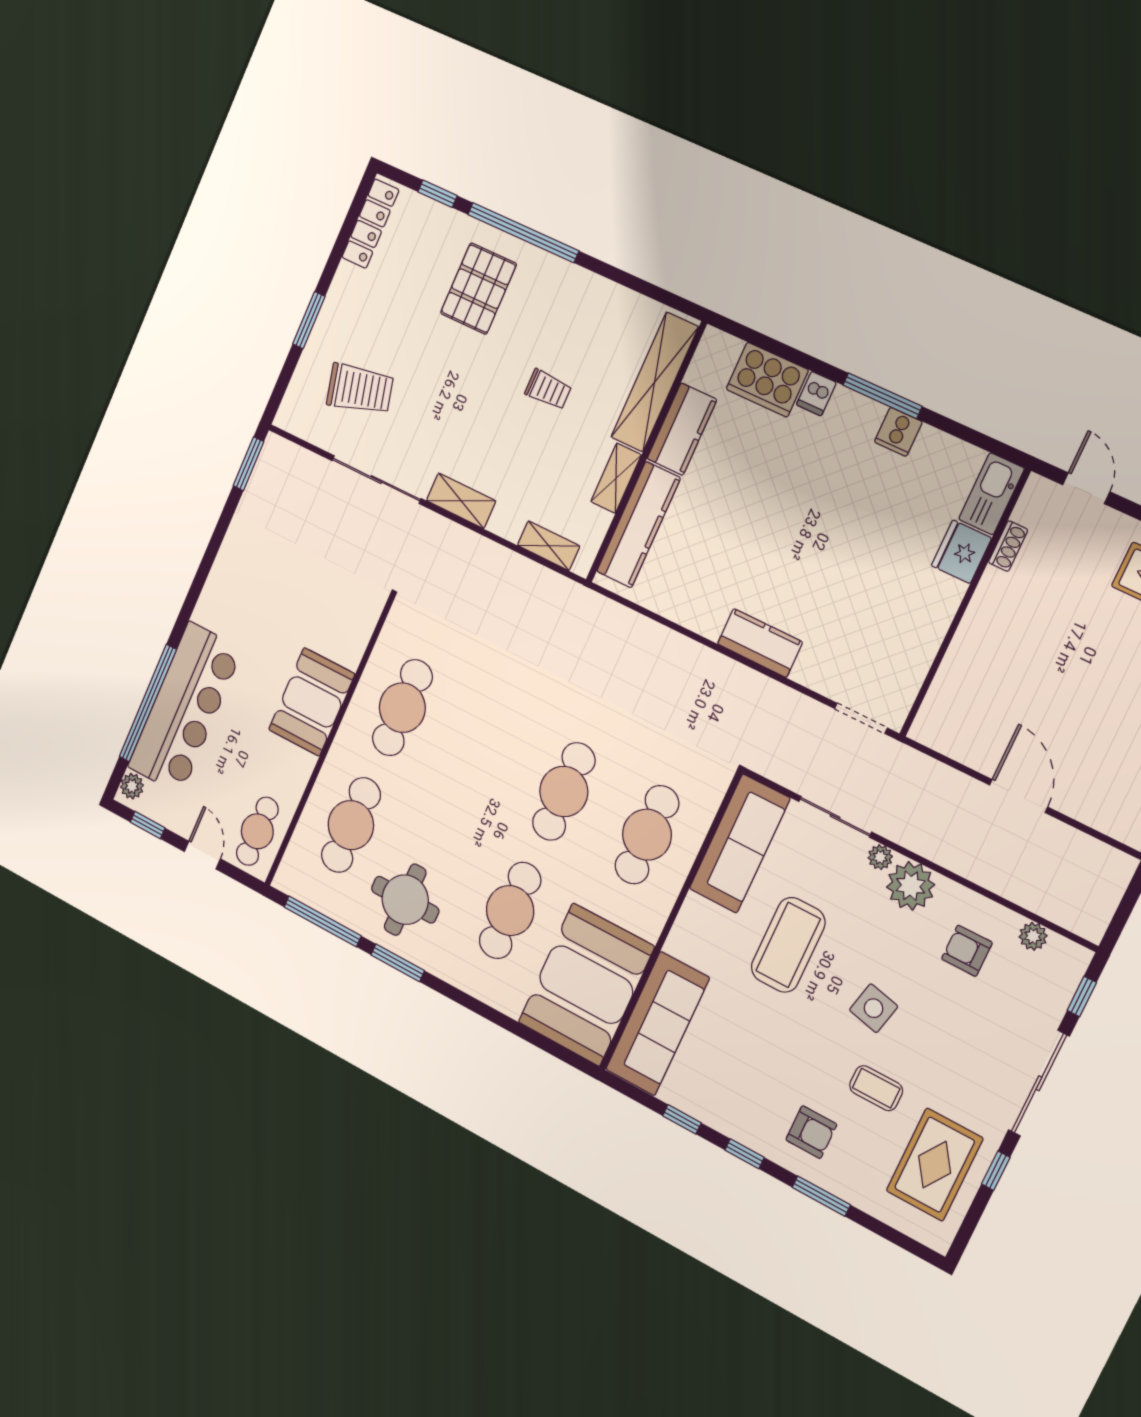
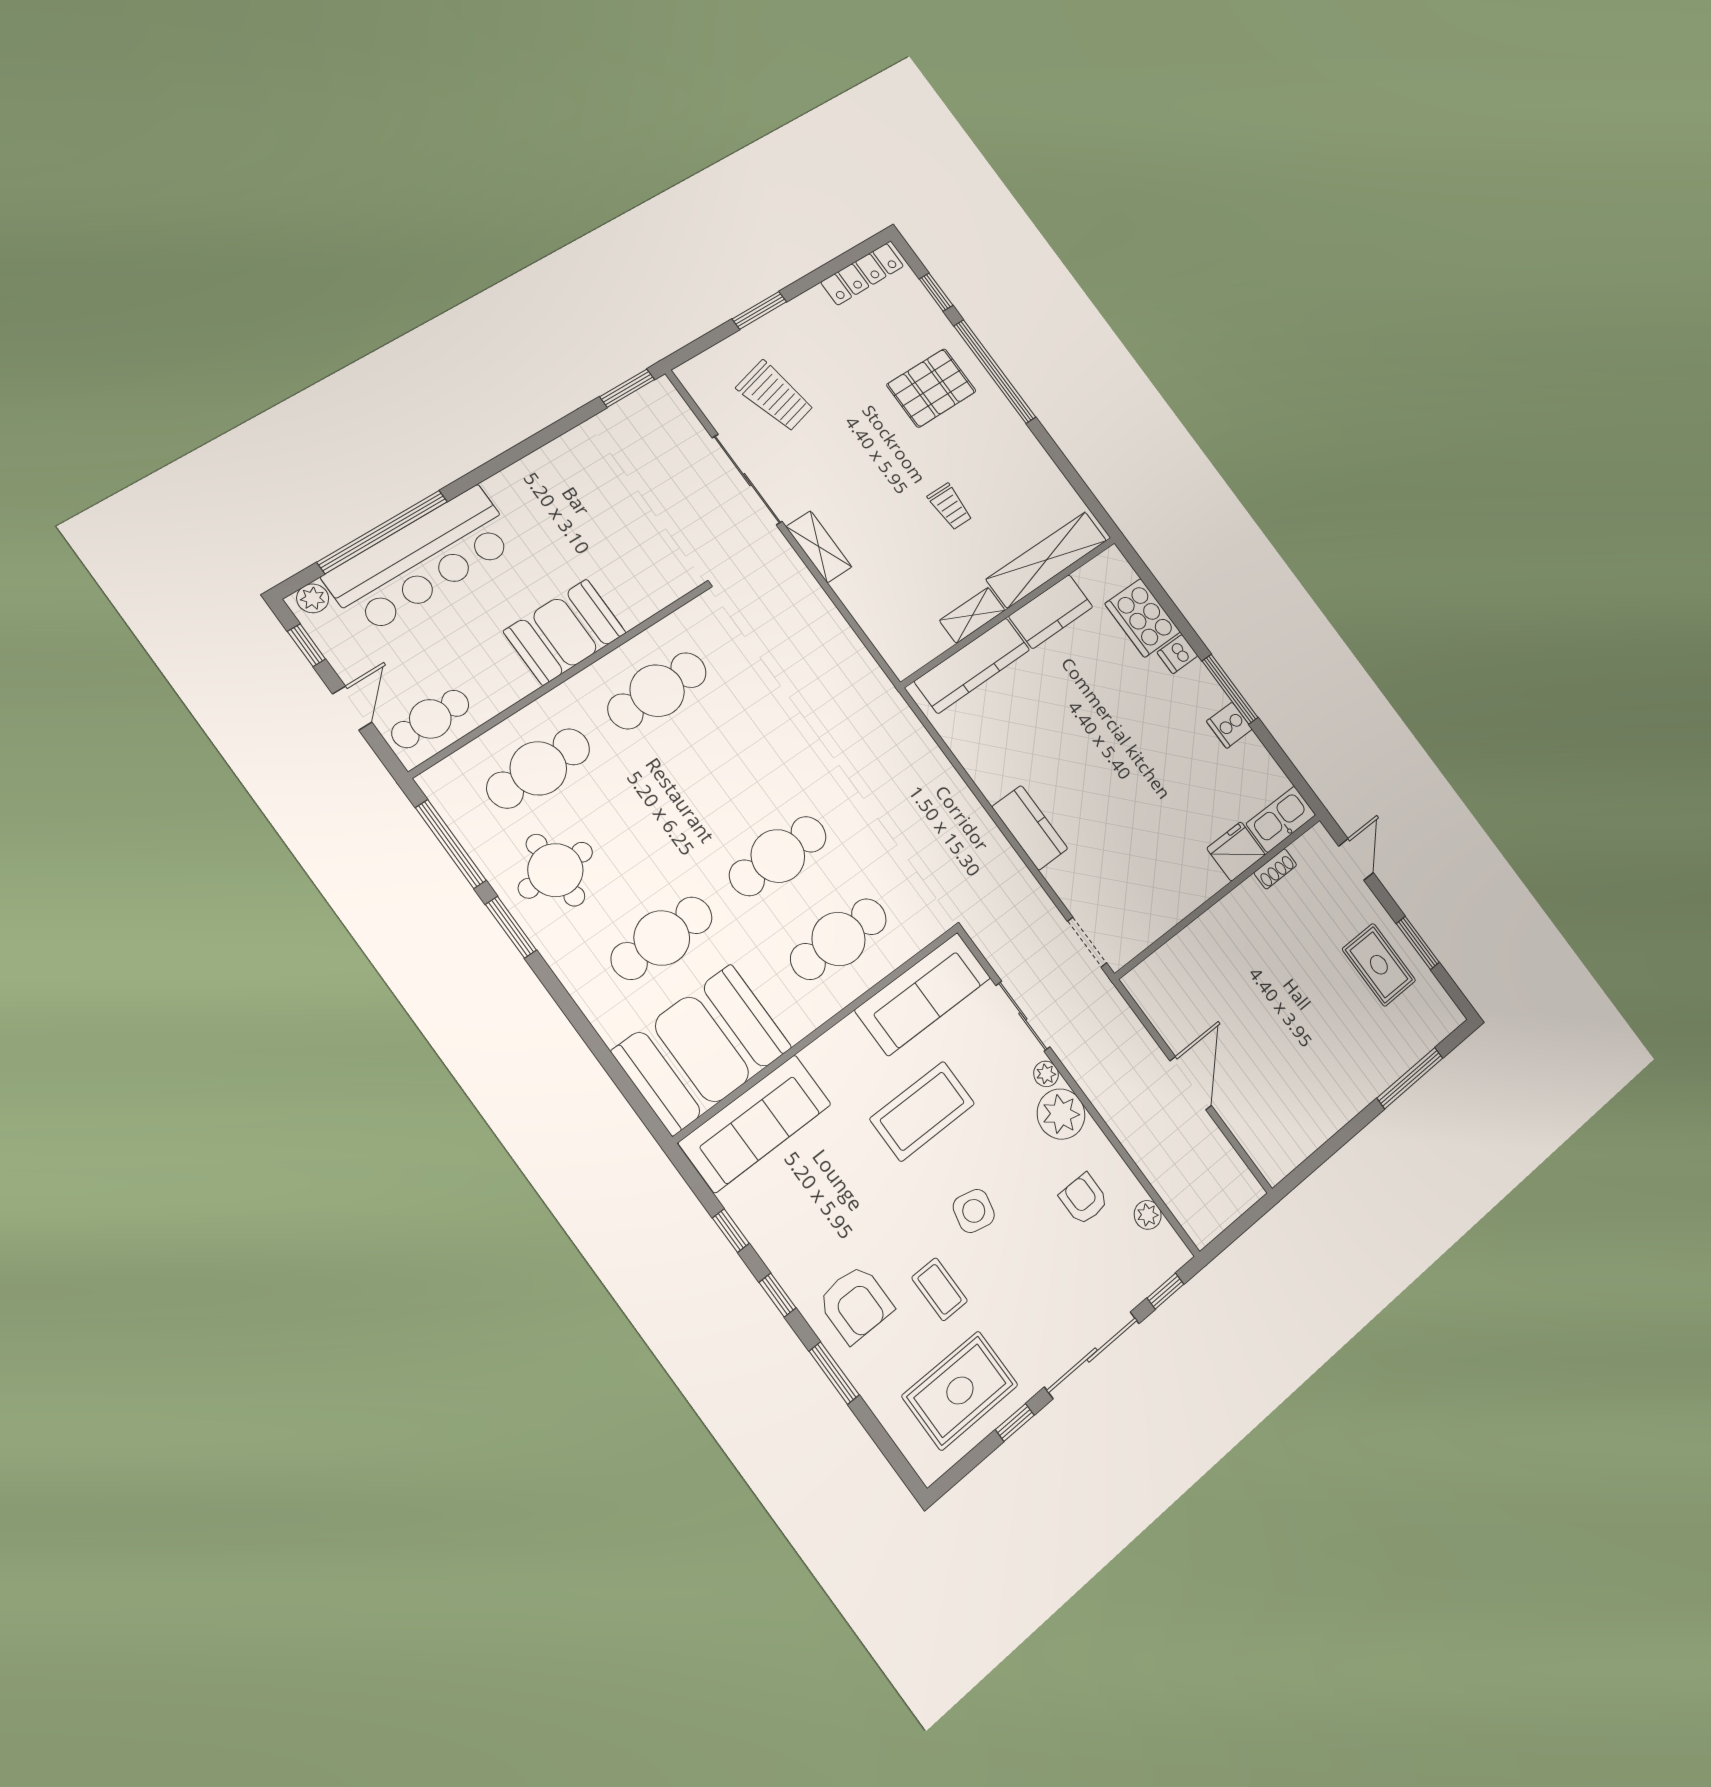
shelving: (549, 546) -> (881, 634), removed
armchair: (811, 1132) -> (856, 1304), width x1.38, depth x1.38

